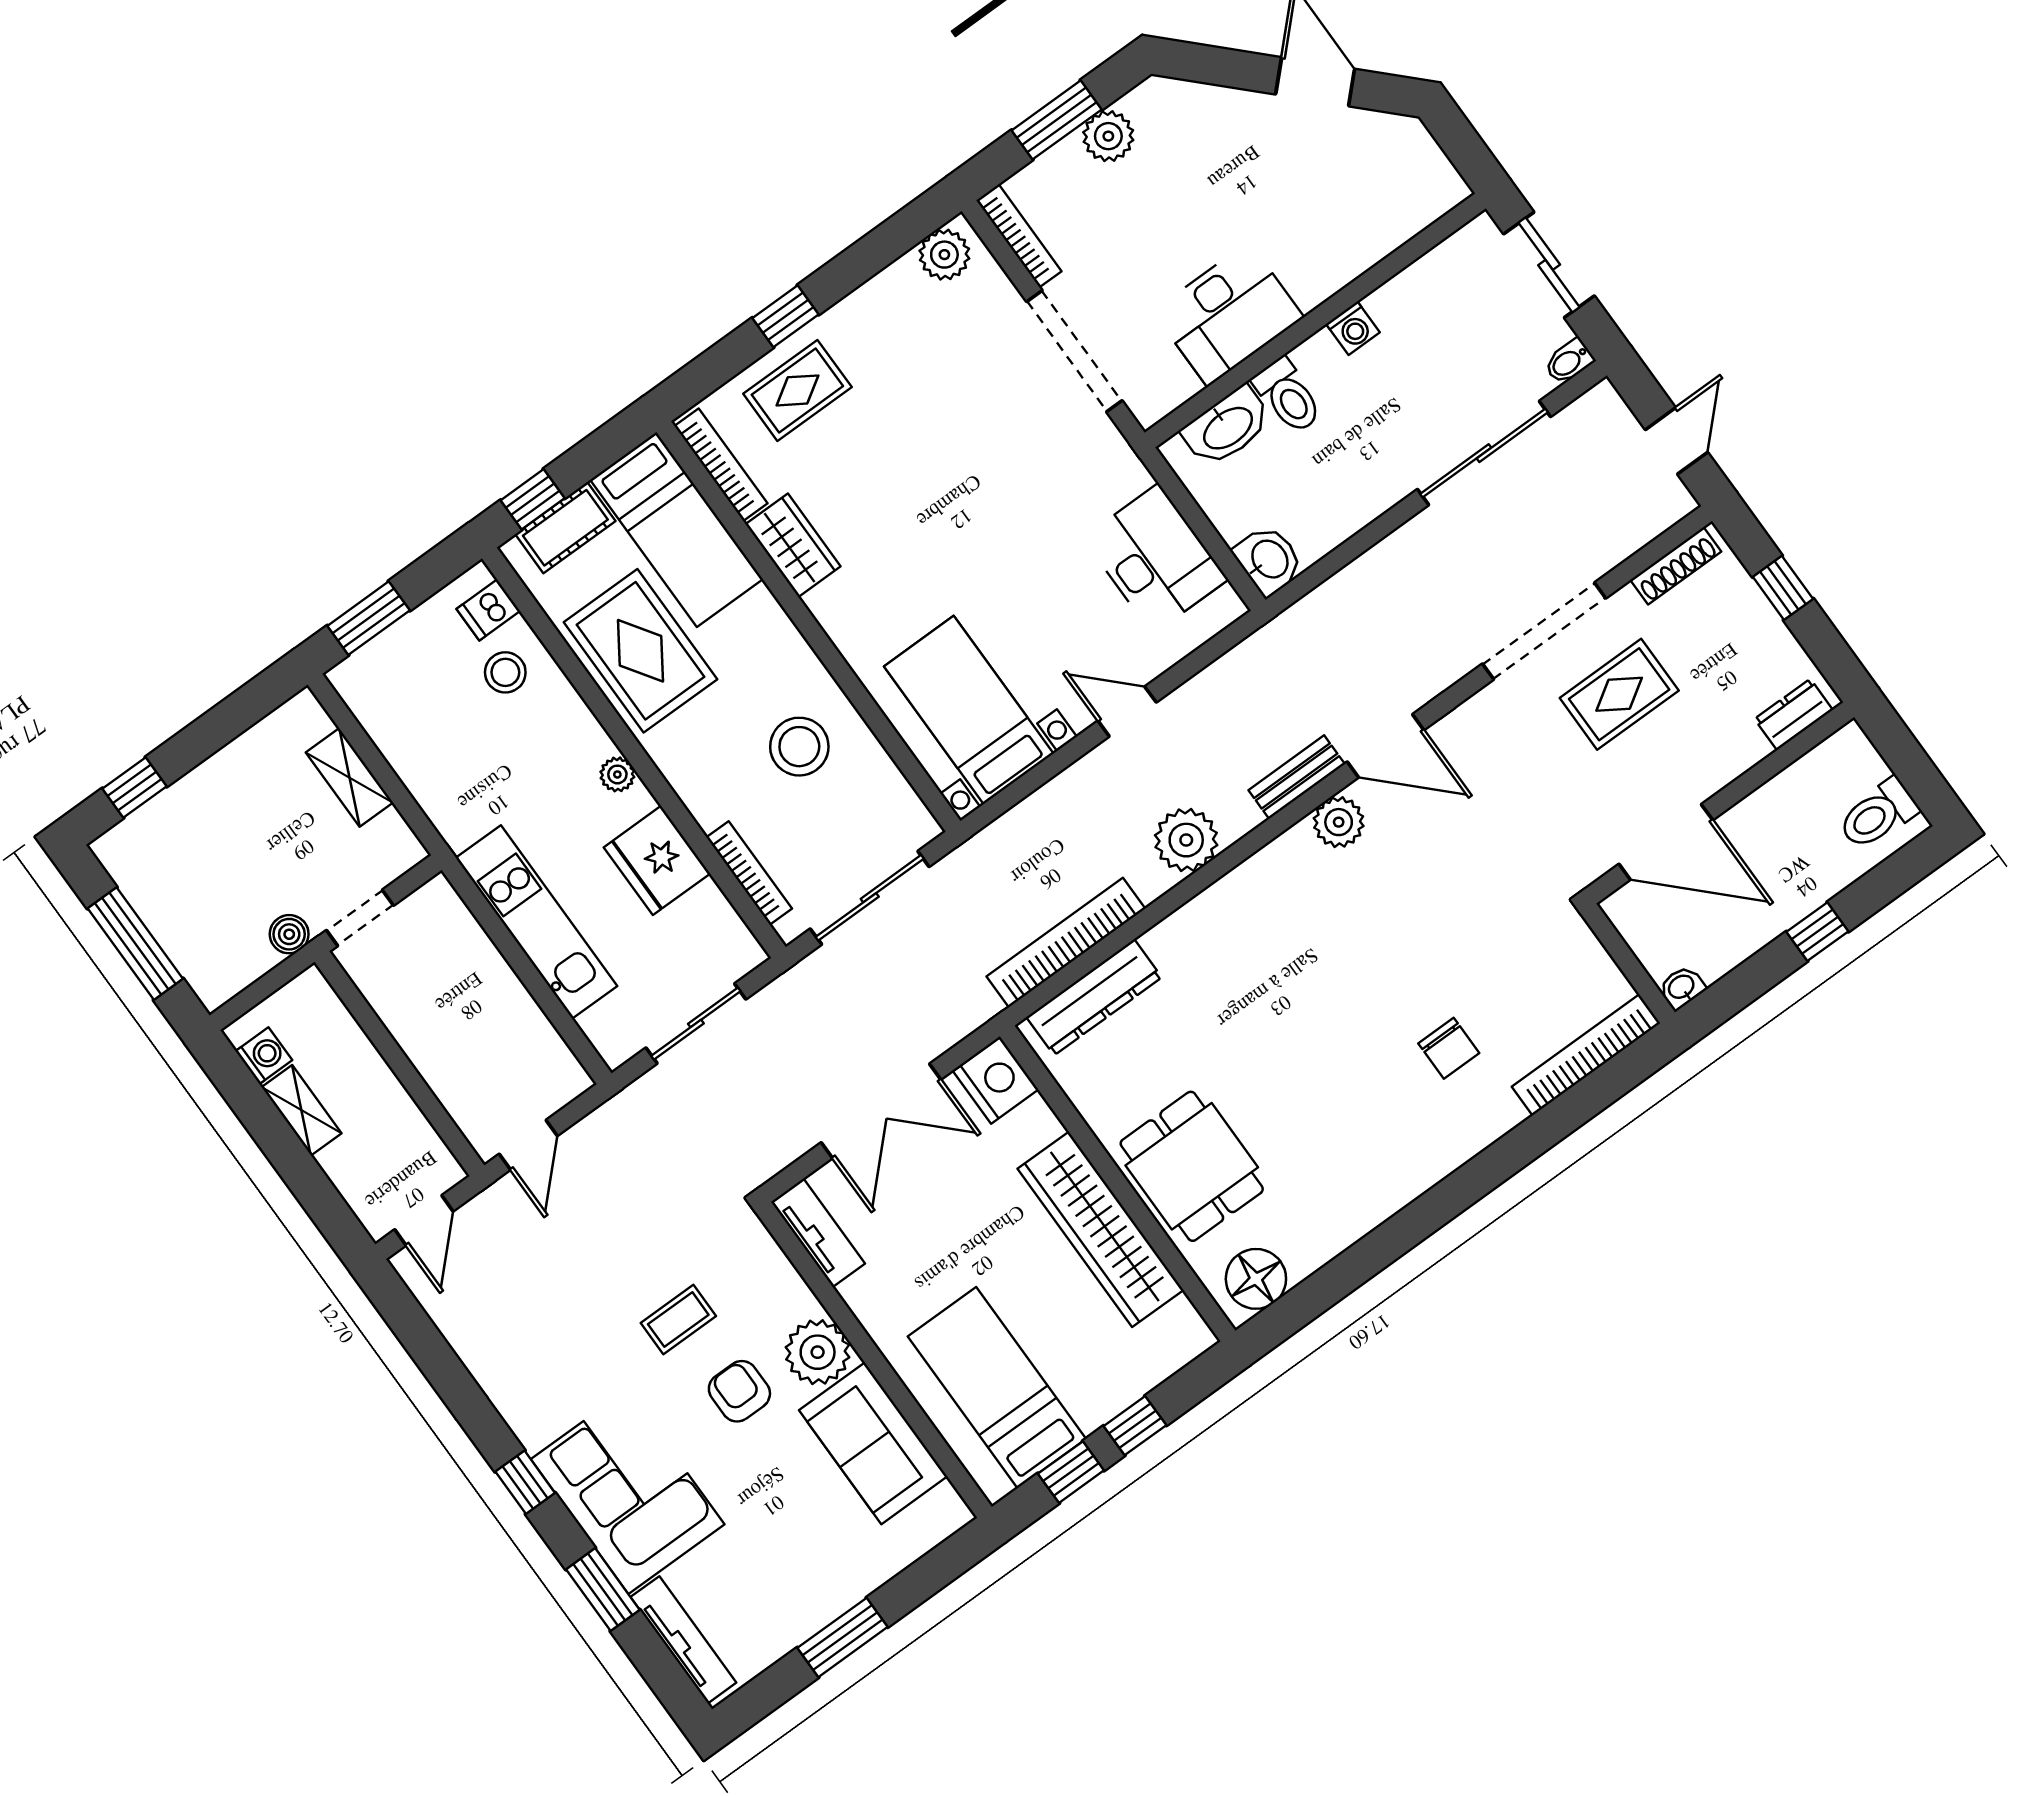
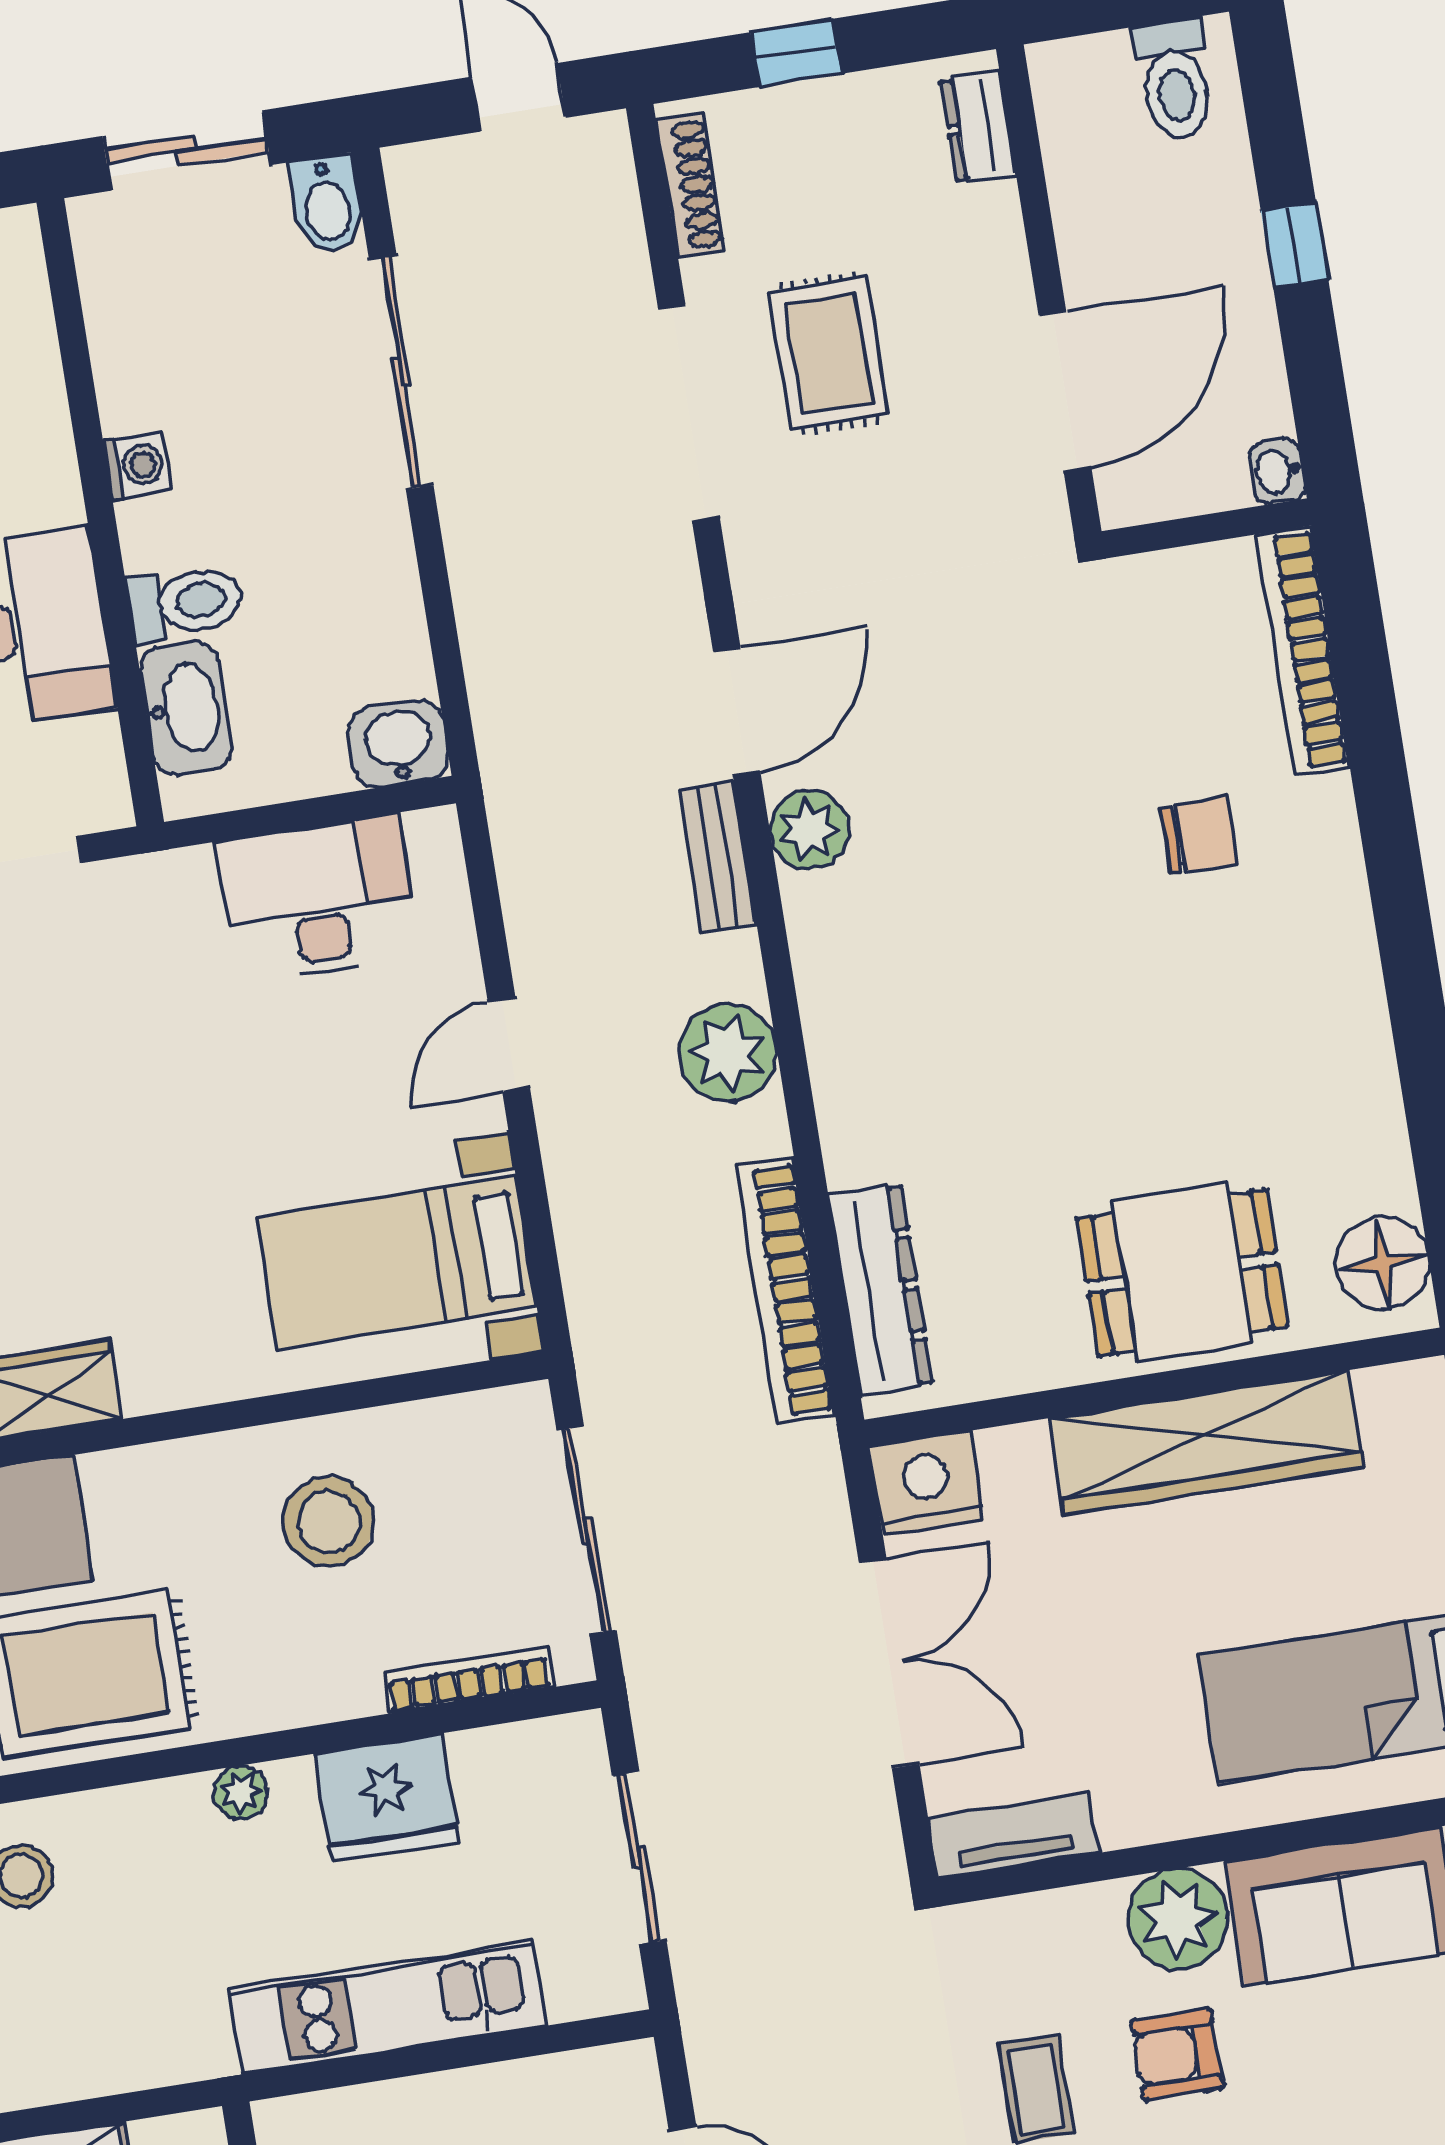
bidet: (1569, 361) -> (327, 204), width x1.38, depth x1.36

